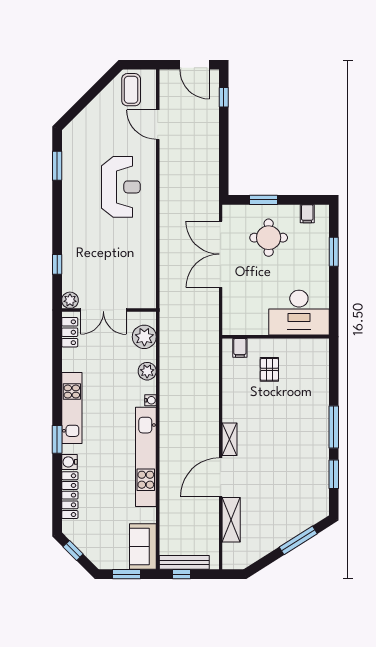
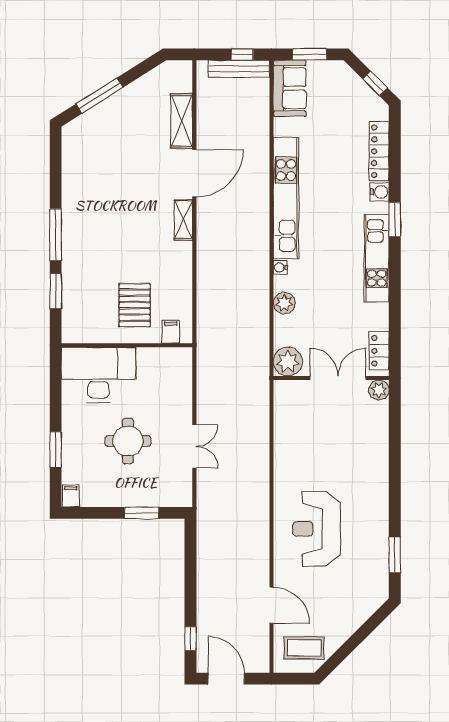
coffee table: (131, 90) -> (304, 648), turned 90
filing cabinet: (307, 214) -> (71, 496), moved
round table: (269, 238) -> (128, 441), moved
double door: (221, 254) -> (194, 446), width x0.54
window: (57, 264) -> (395, 434), removed
plant: (144, 337) -> (288, 362), moved
pallet: (269, 369) -> (135, 305), width x1.50, depth x1.42
window: (334, 474) -> (56, 291), moved

